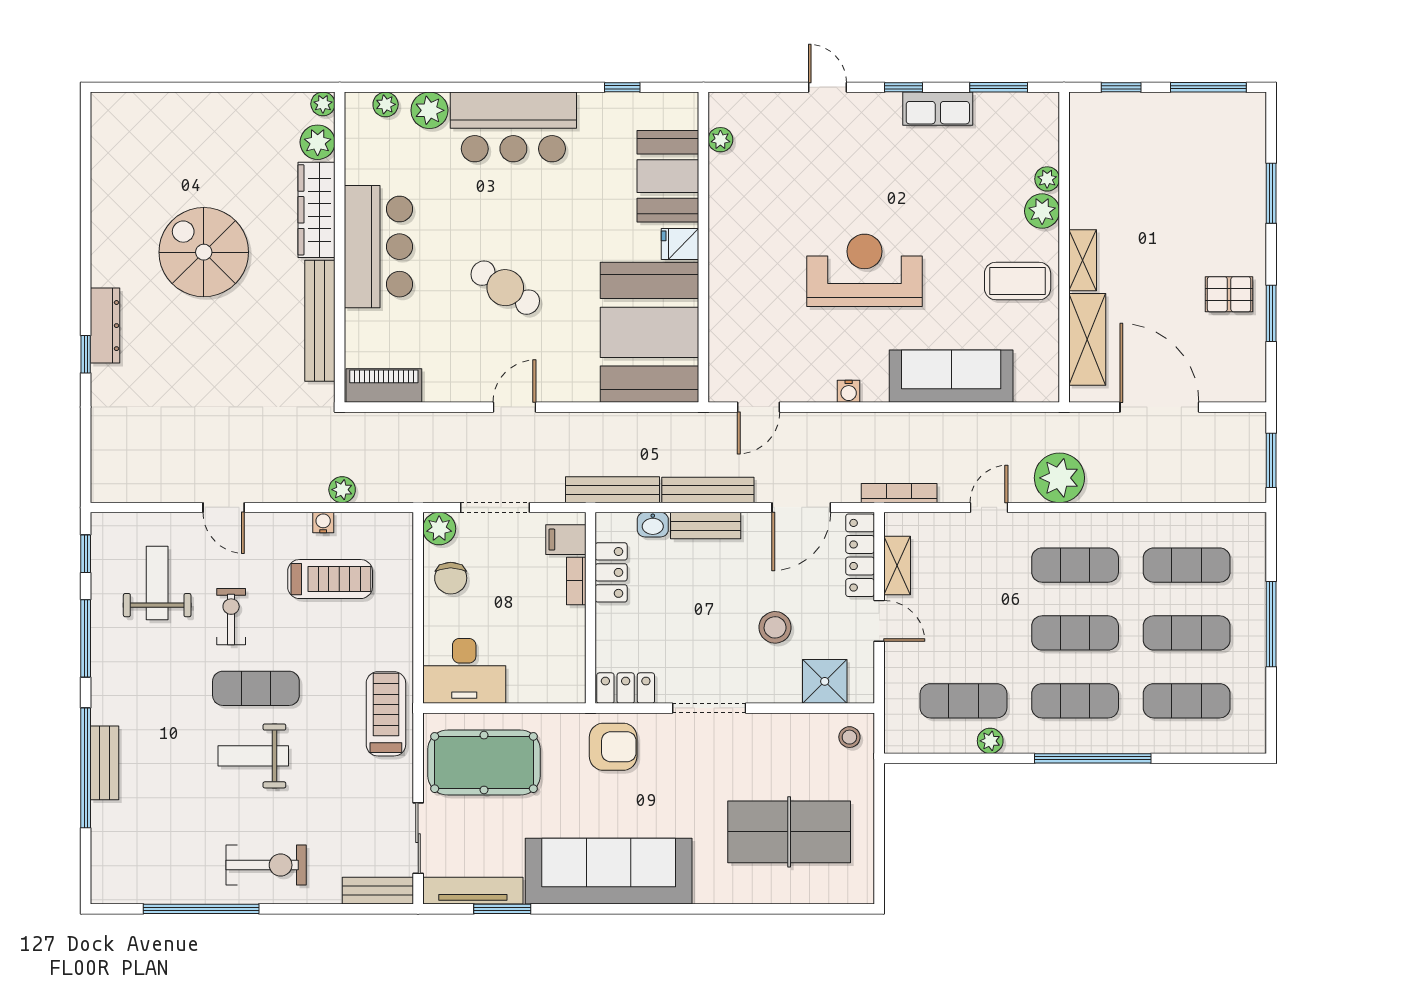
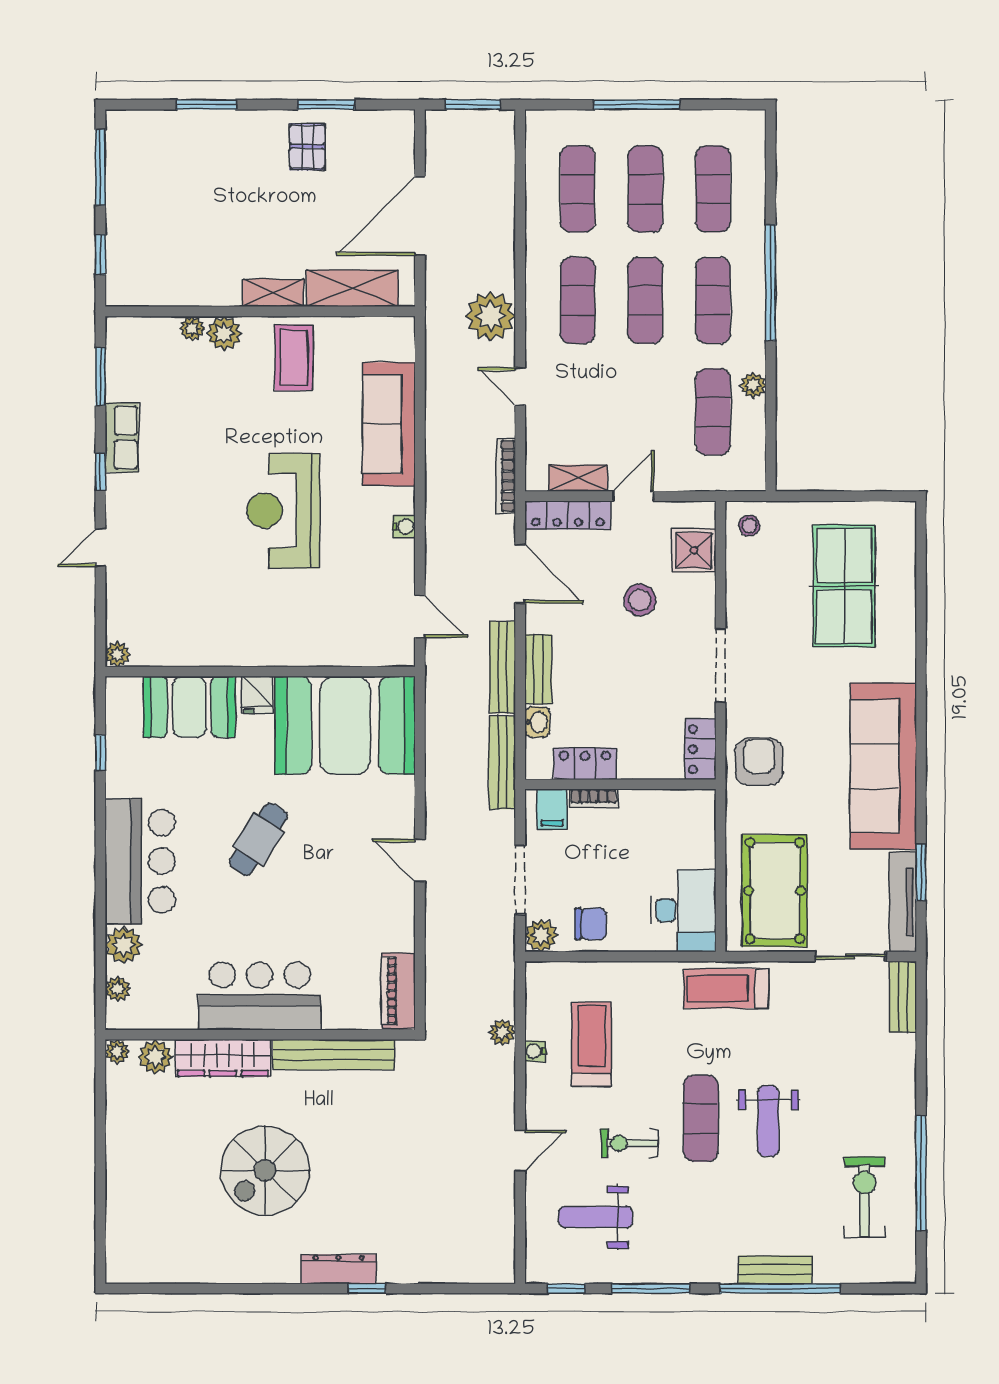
plant: (720, 140) -> (117, 655), moved
cafe table: (505, 288) -> (258, 839), moved
exercise bike: (266, 865) -> (865, 1197), moved

